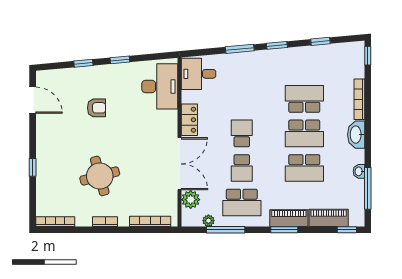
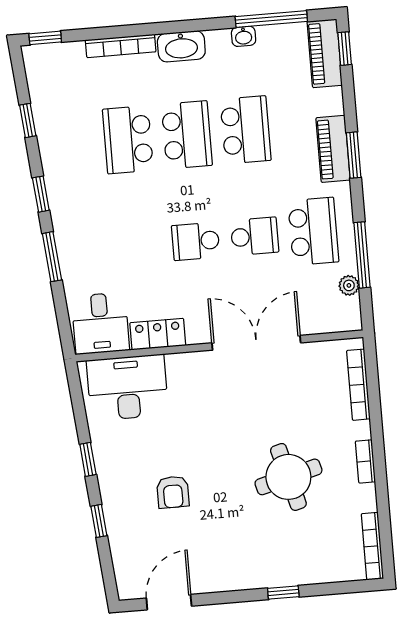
armchair: (97, 108) -> (173, 492), turned 180
locker: (189, 120) -> (158, 334), moved
plant: (191, 200) -> (315, 319), removed
piano: (329, 218) -> (325, 53), moved

